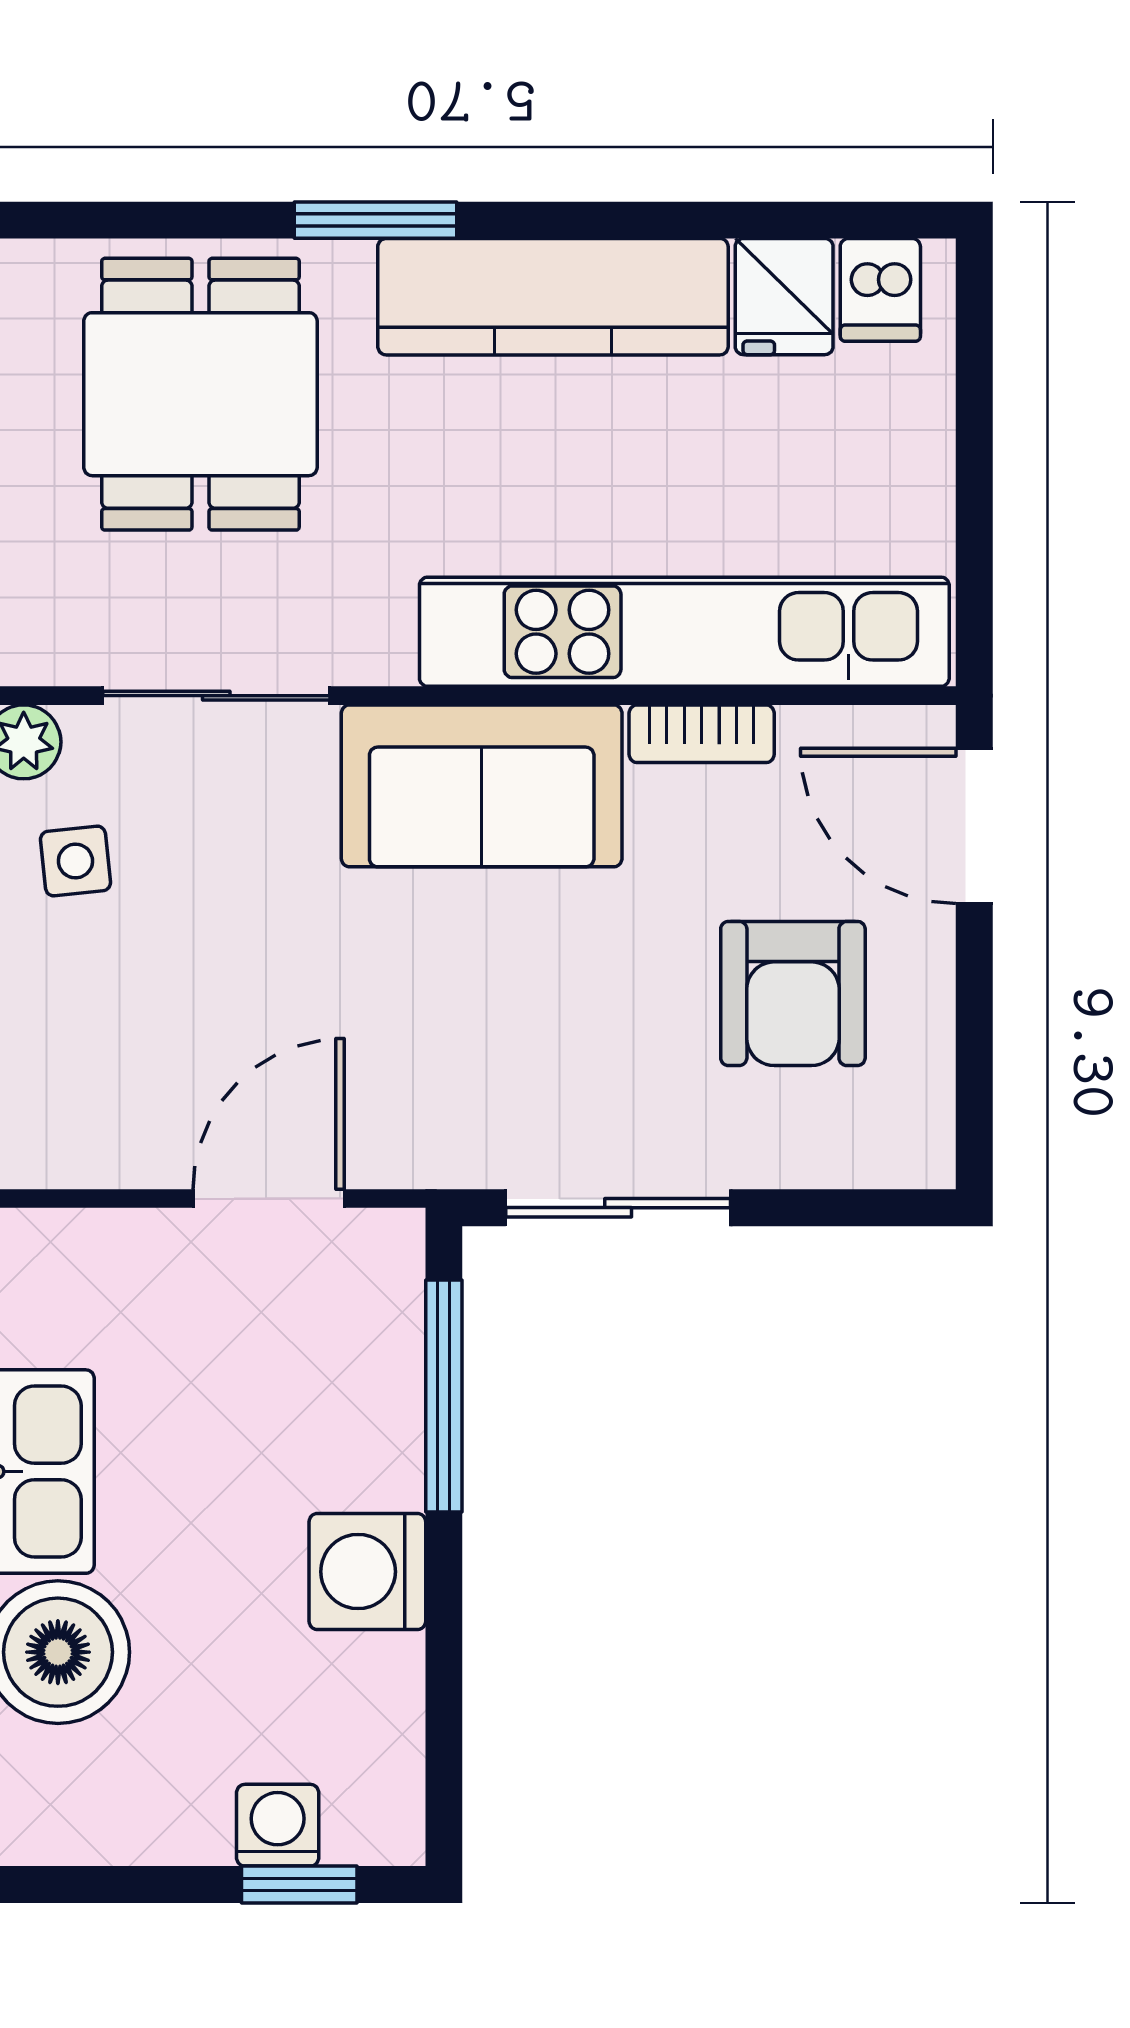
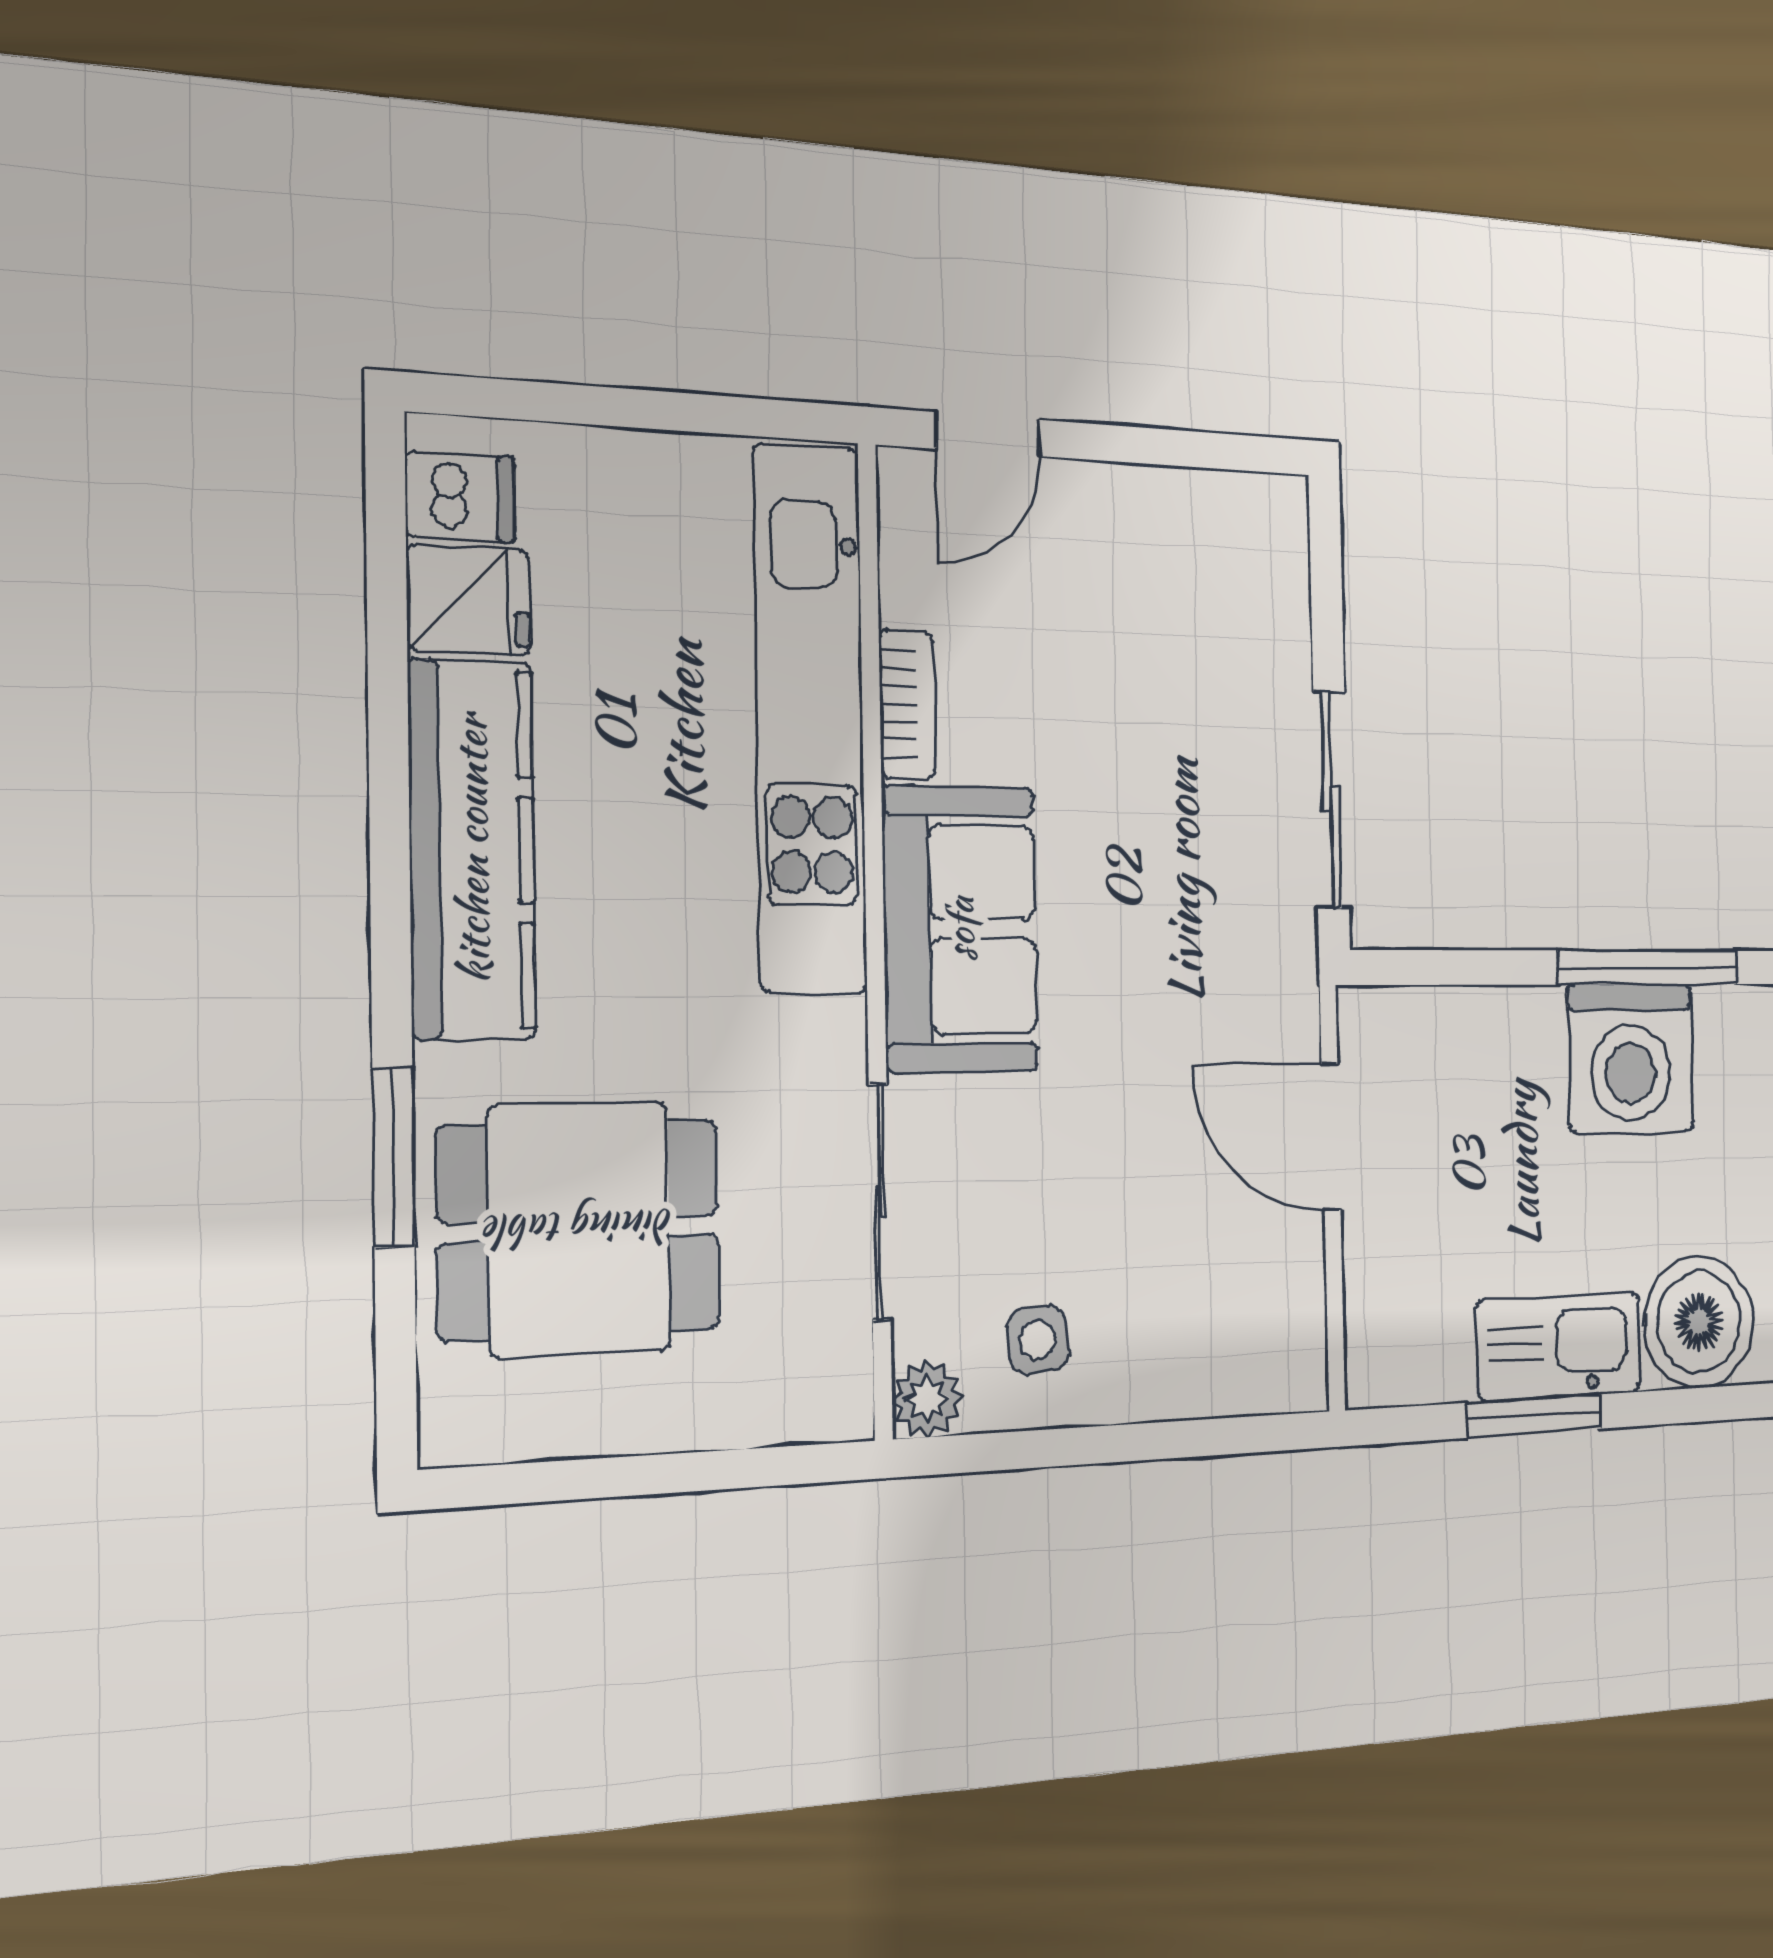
window: (376, 220) -> (393, 1158), moved
door: (974, 826) -> (988, 434), width x0.73
armchair: (793, 993) -> (1143, 623), removed
window: (444, 1396) -> (1648, 967), moved
washing machine: (367, 1572) -> (1630, 1058), width x1.37, depth x1.37

